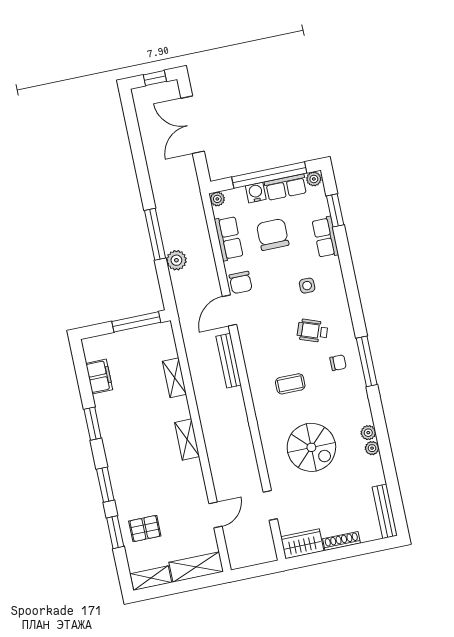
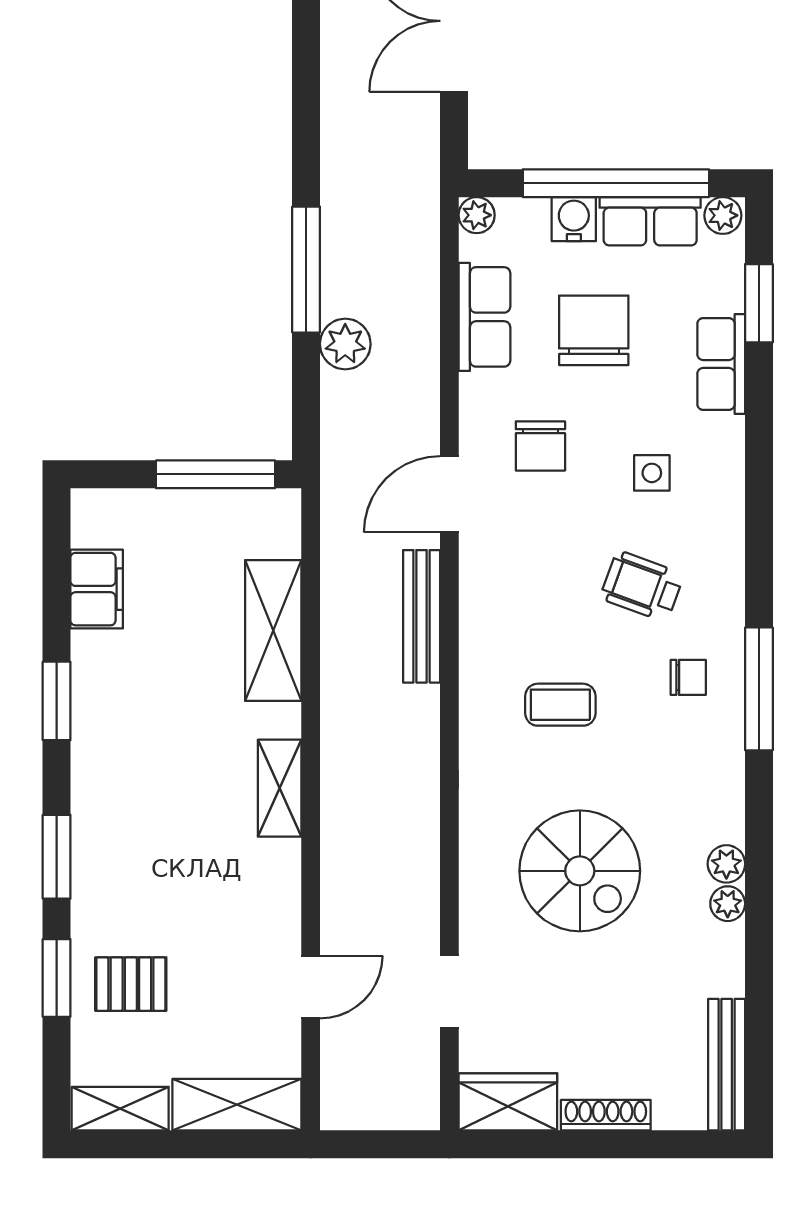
chair: (241, 282) -> (540, 446), moved
shelving: (174, 378) -> (273, 631), width x1.50, depth x1.33

